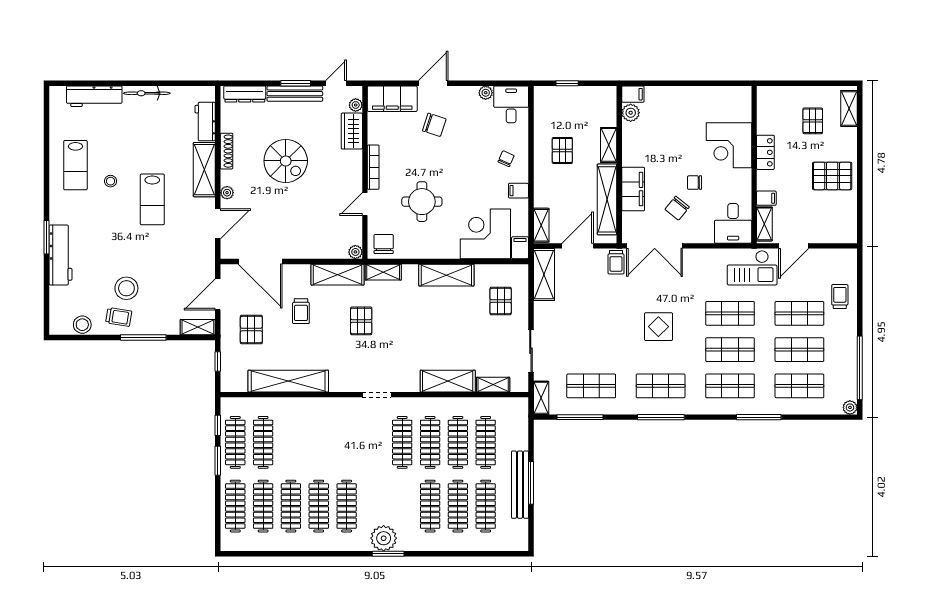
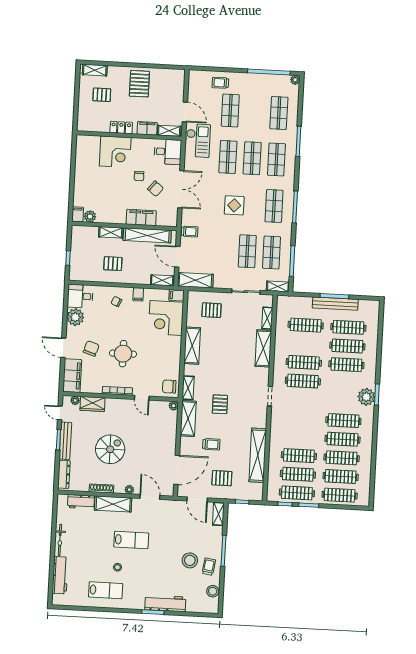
plant: (486, 93) -> (75, 317), width x1.88, depth x1.88
filing cabinet: (766, 198) -> (147, 128), width x2.00
round table: (422, 202) -> (123, 354), moved
double door: (655, 246) -> (181, 189), moved
pallet: (361, 321) -> (220, 404), turned 90
shop shelf: (799, 350) -> (247, 251), moved
clothes rail: (458, 442) -> (299, 456), moved

